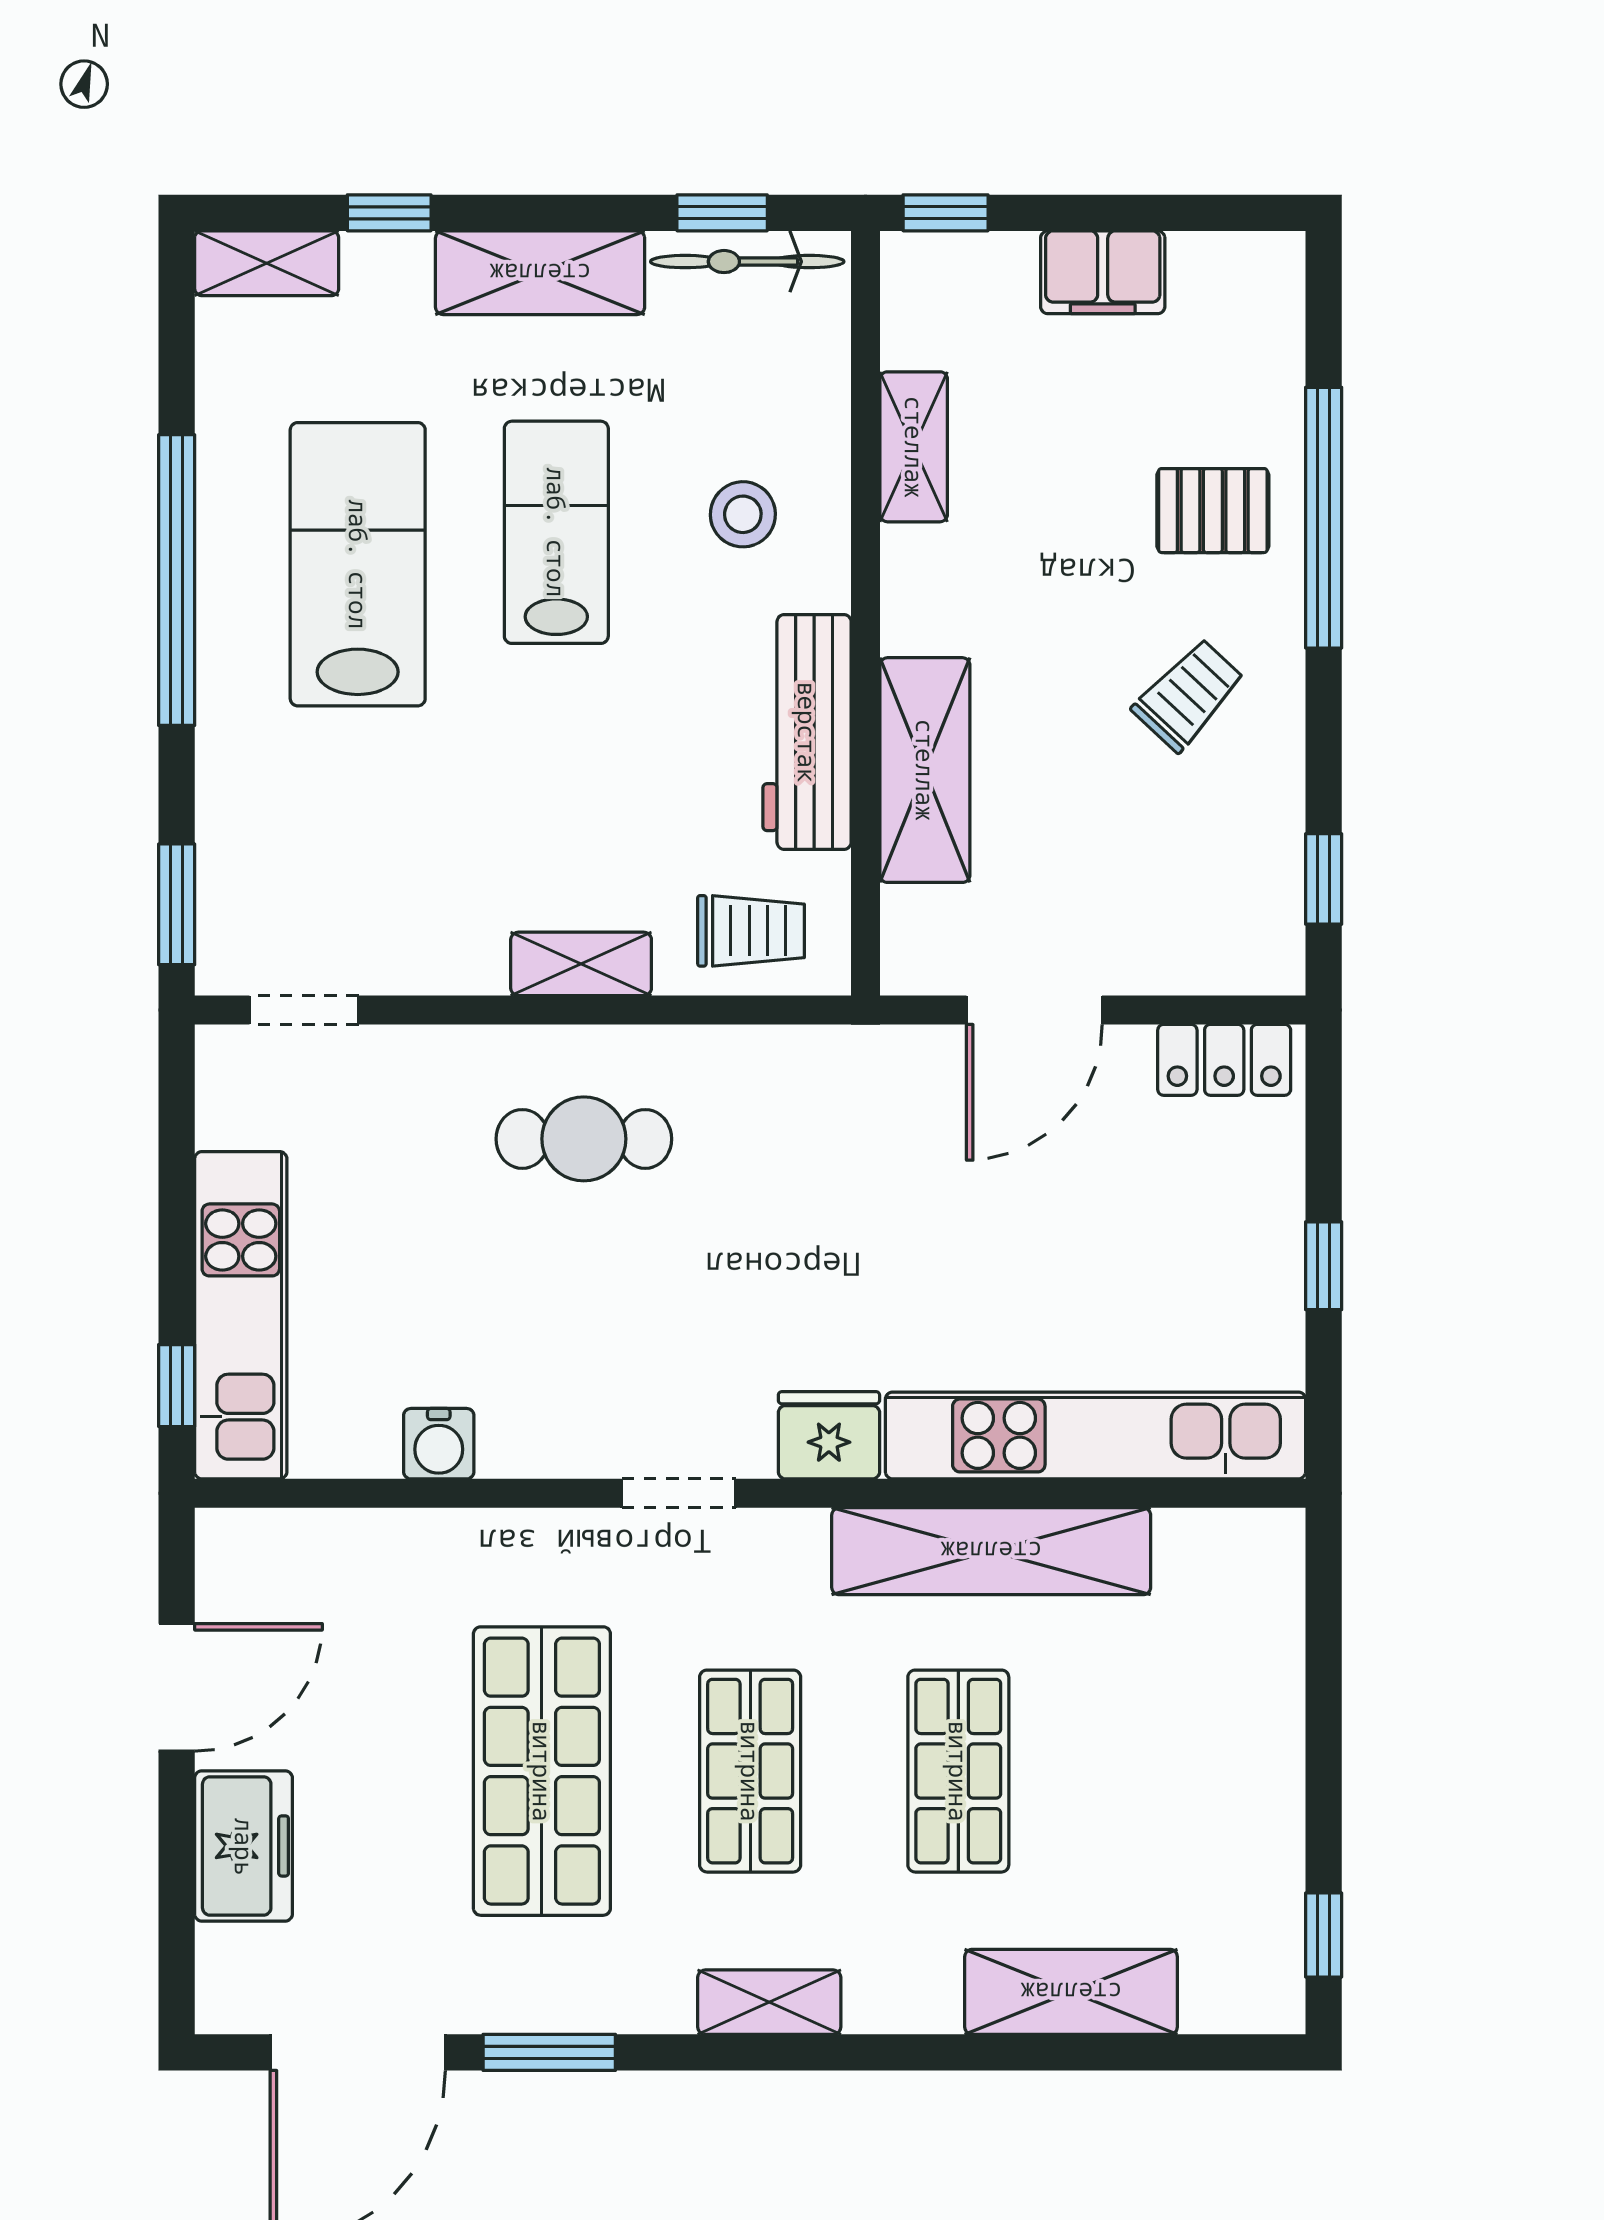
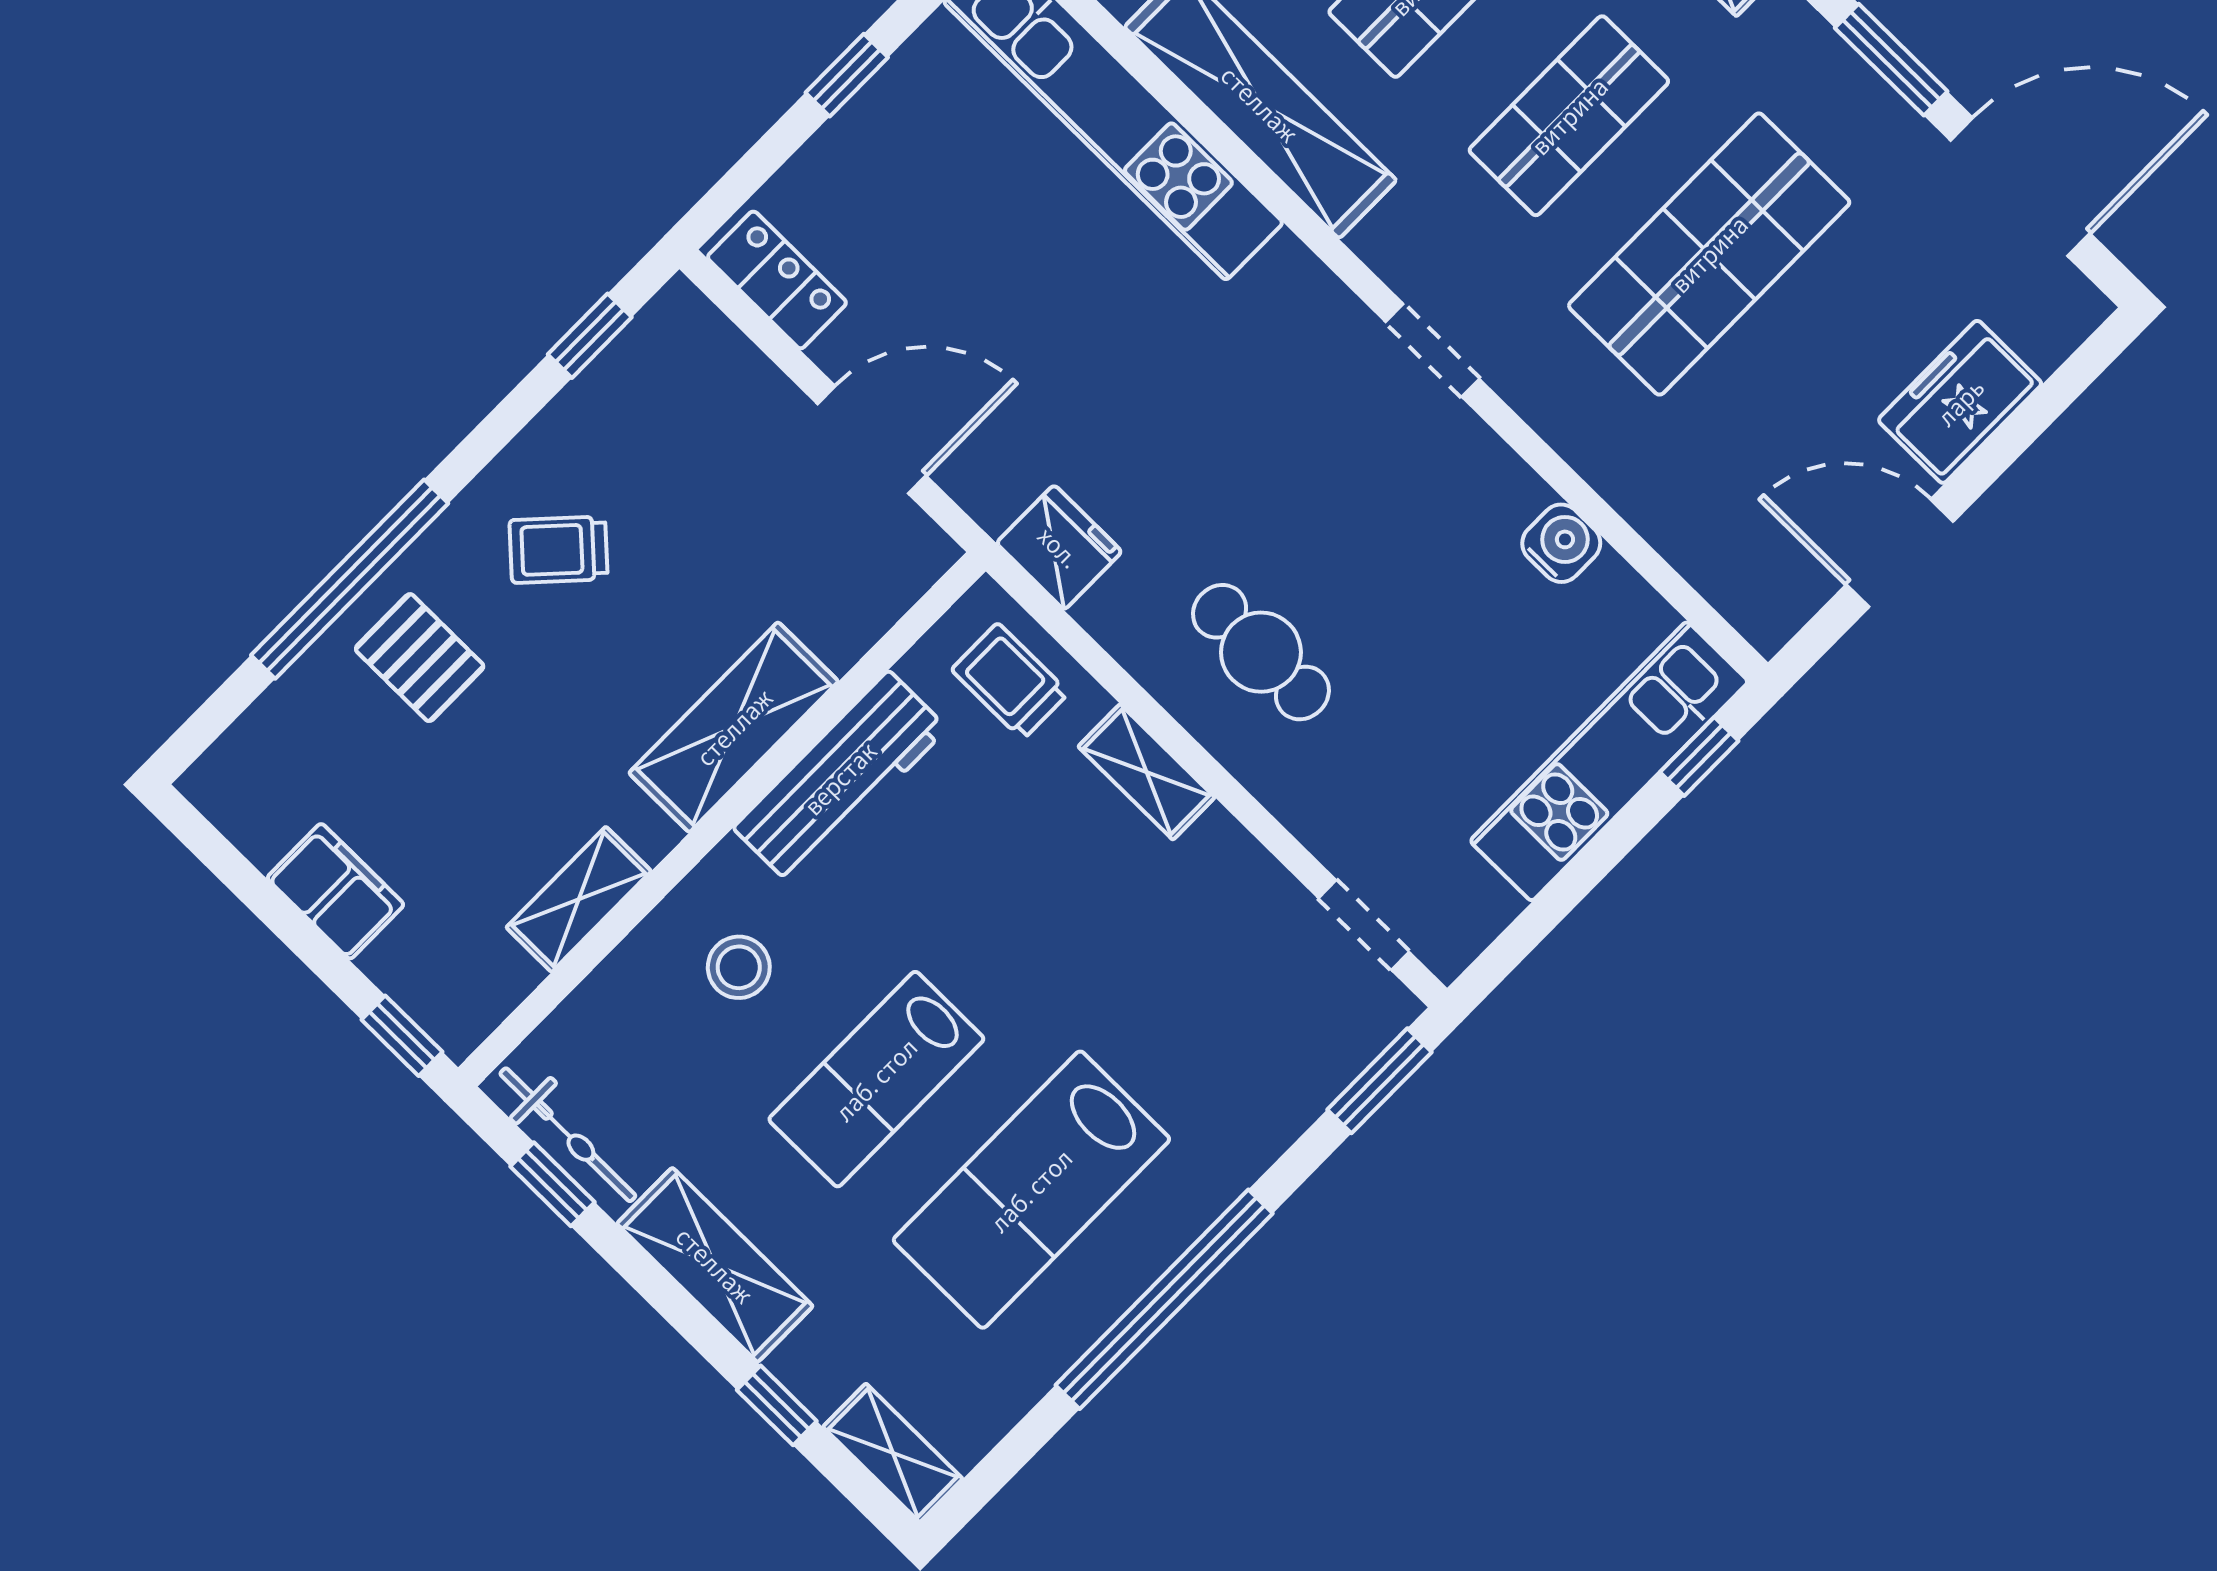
shelving: (925, 770) -> (734, 727), moved
fridge: (829, 1435) -> (1059, 547), moved, turned 180

